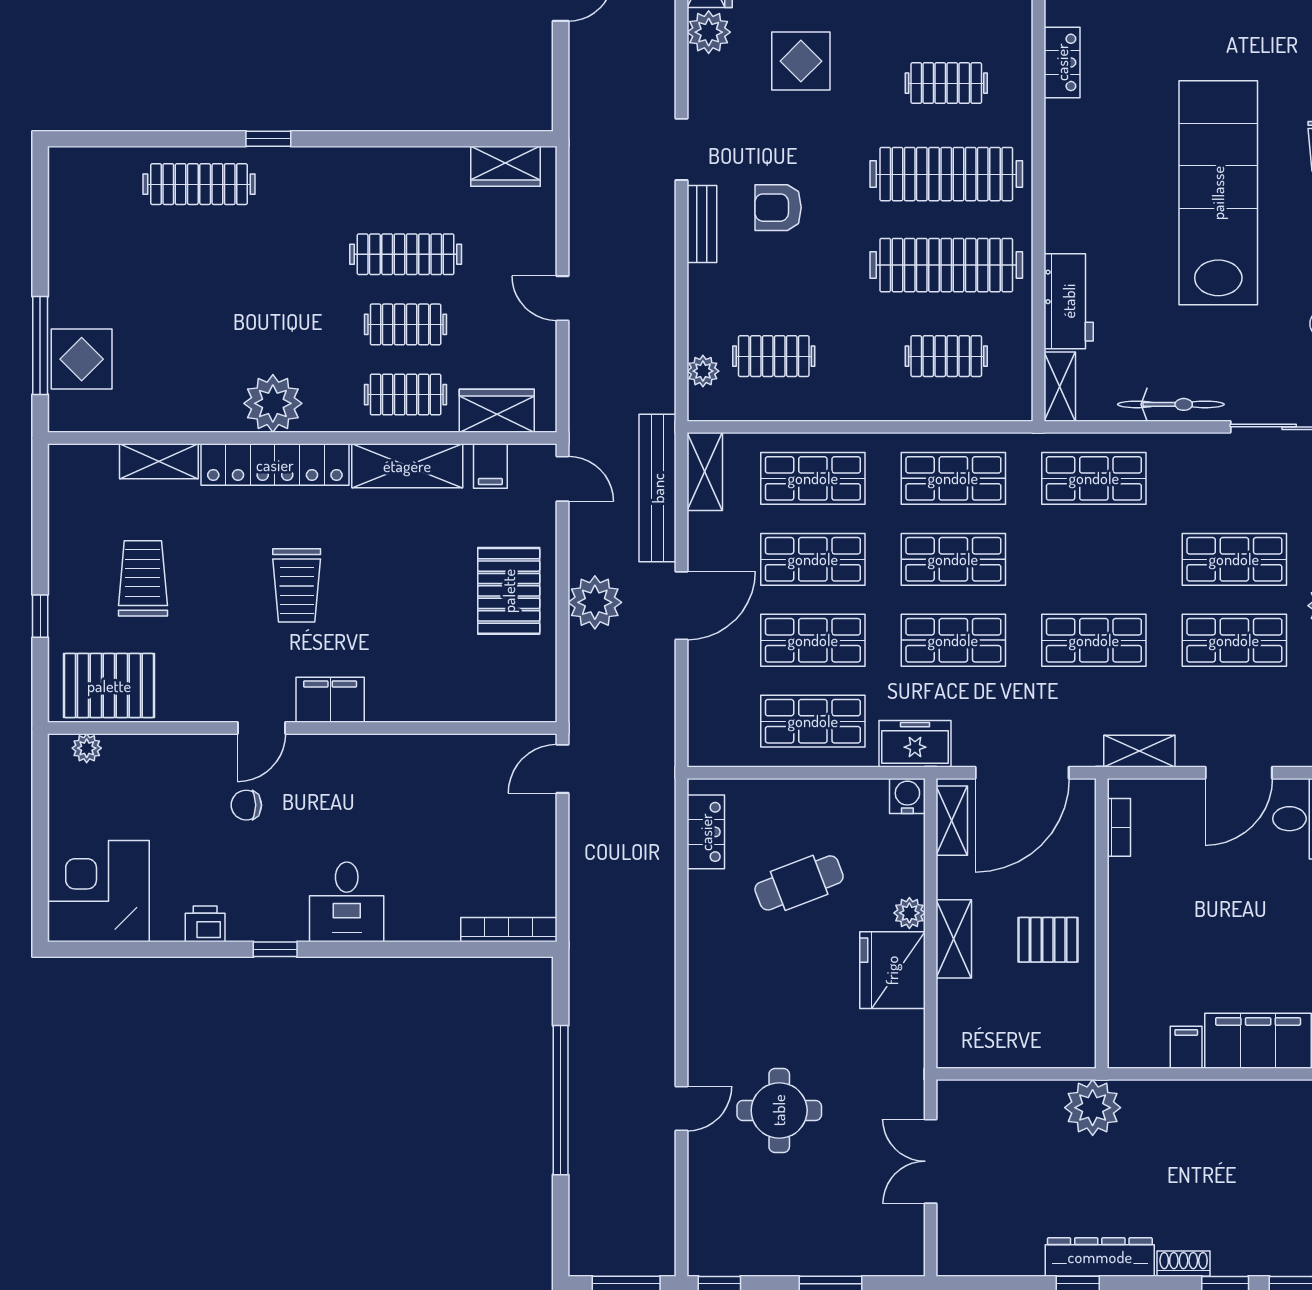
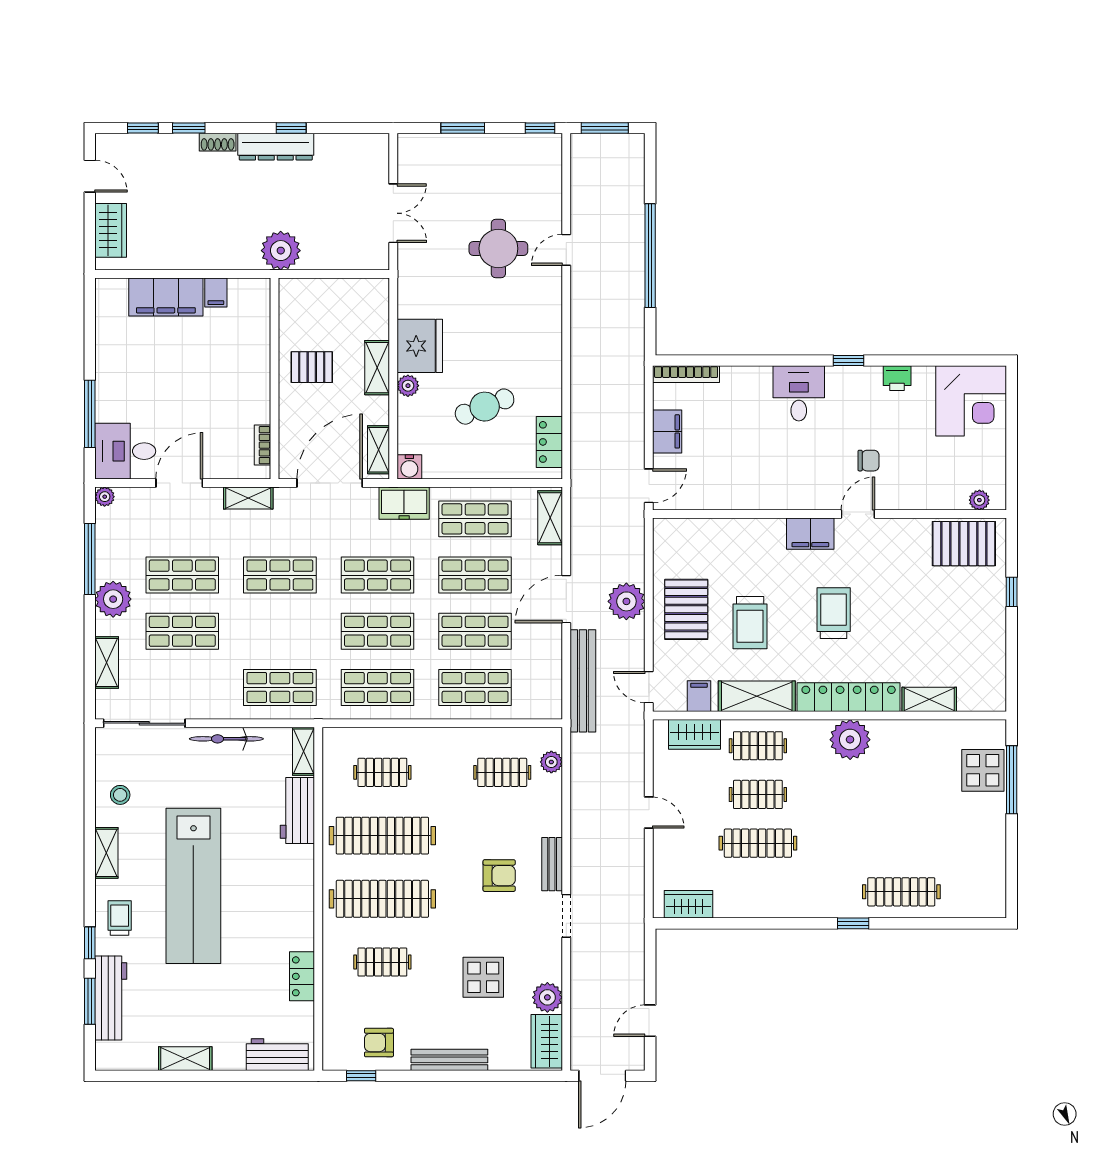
shelving: (705, 472) -> (550, 518), moved
trolley: (143, 578) -> (750, 623), moved
filing cabinet: (536, 847) -> (667, 431), added

